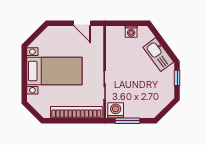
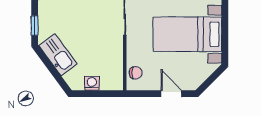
door: (82, 23) -> (171, 94), moved
chair: (96, 40) -> (136, 73), added

